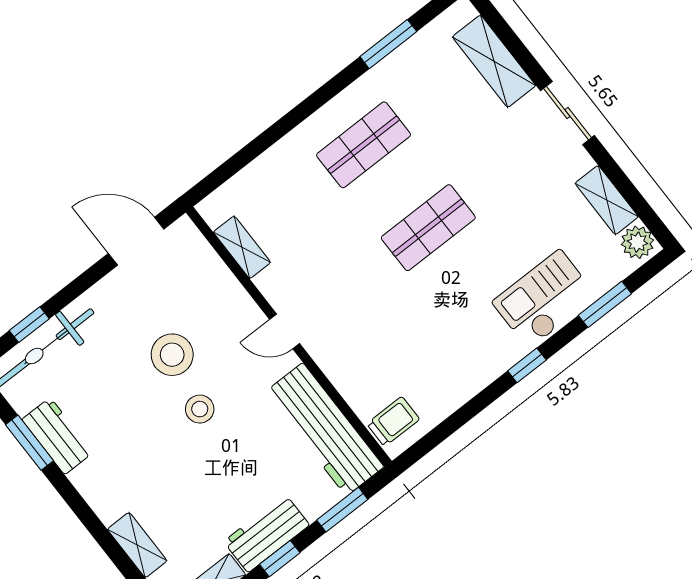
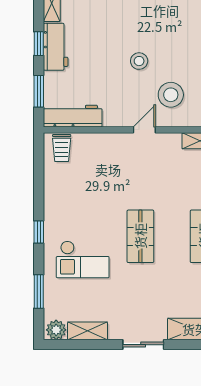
checkout: (544, 299) -> (83, 259), moved, turned 90
stool: (172, 355) -> (171, 95), moved
workbench: (324, 429) -> (73, 116), width x0.73, depth x0.76

